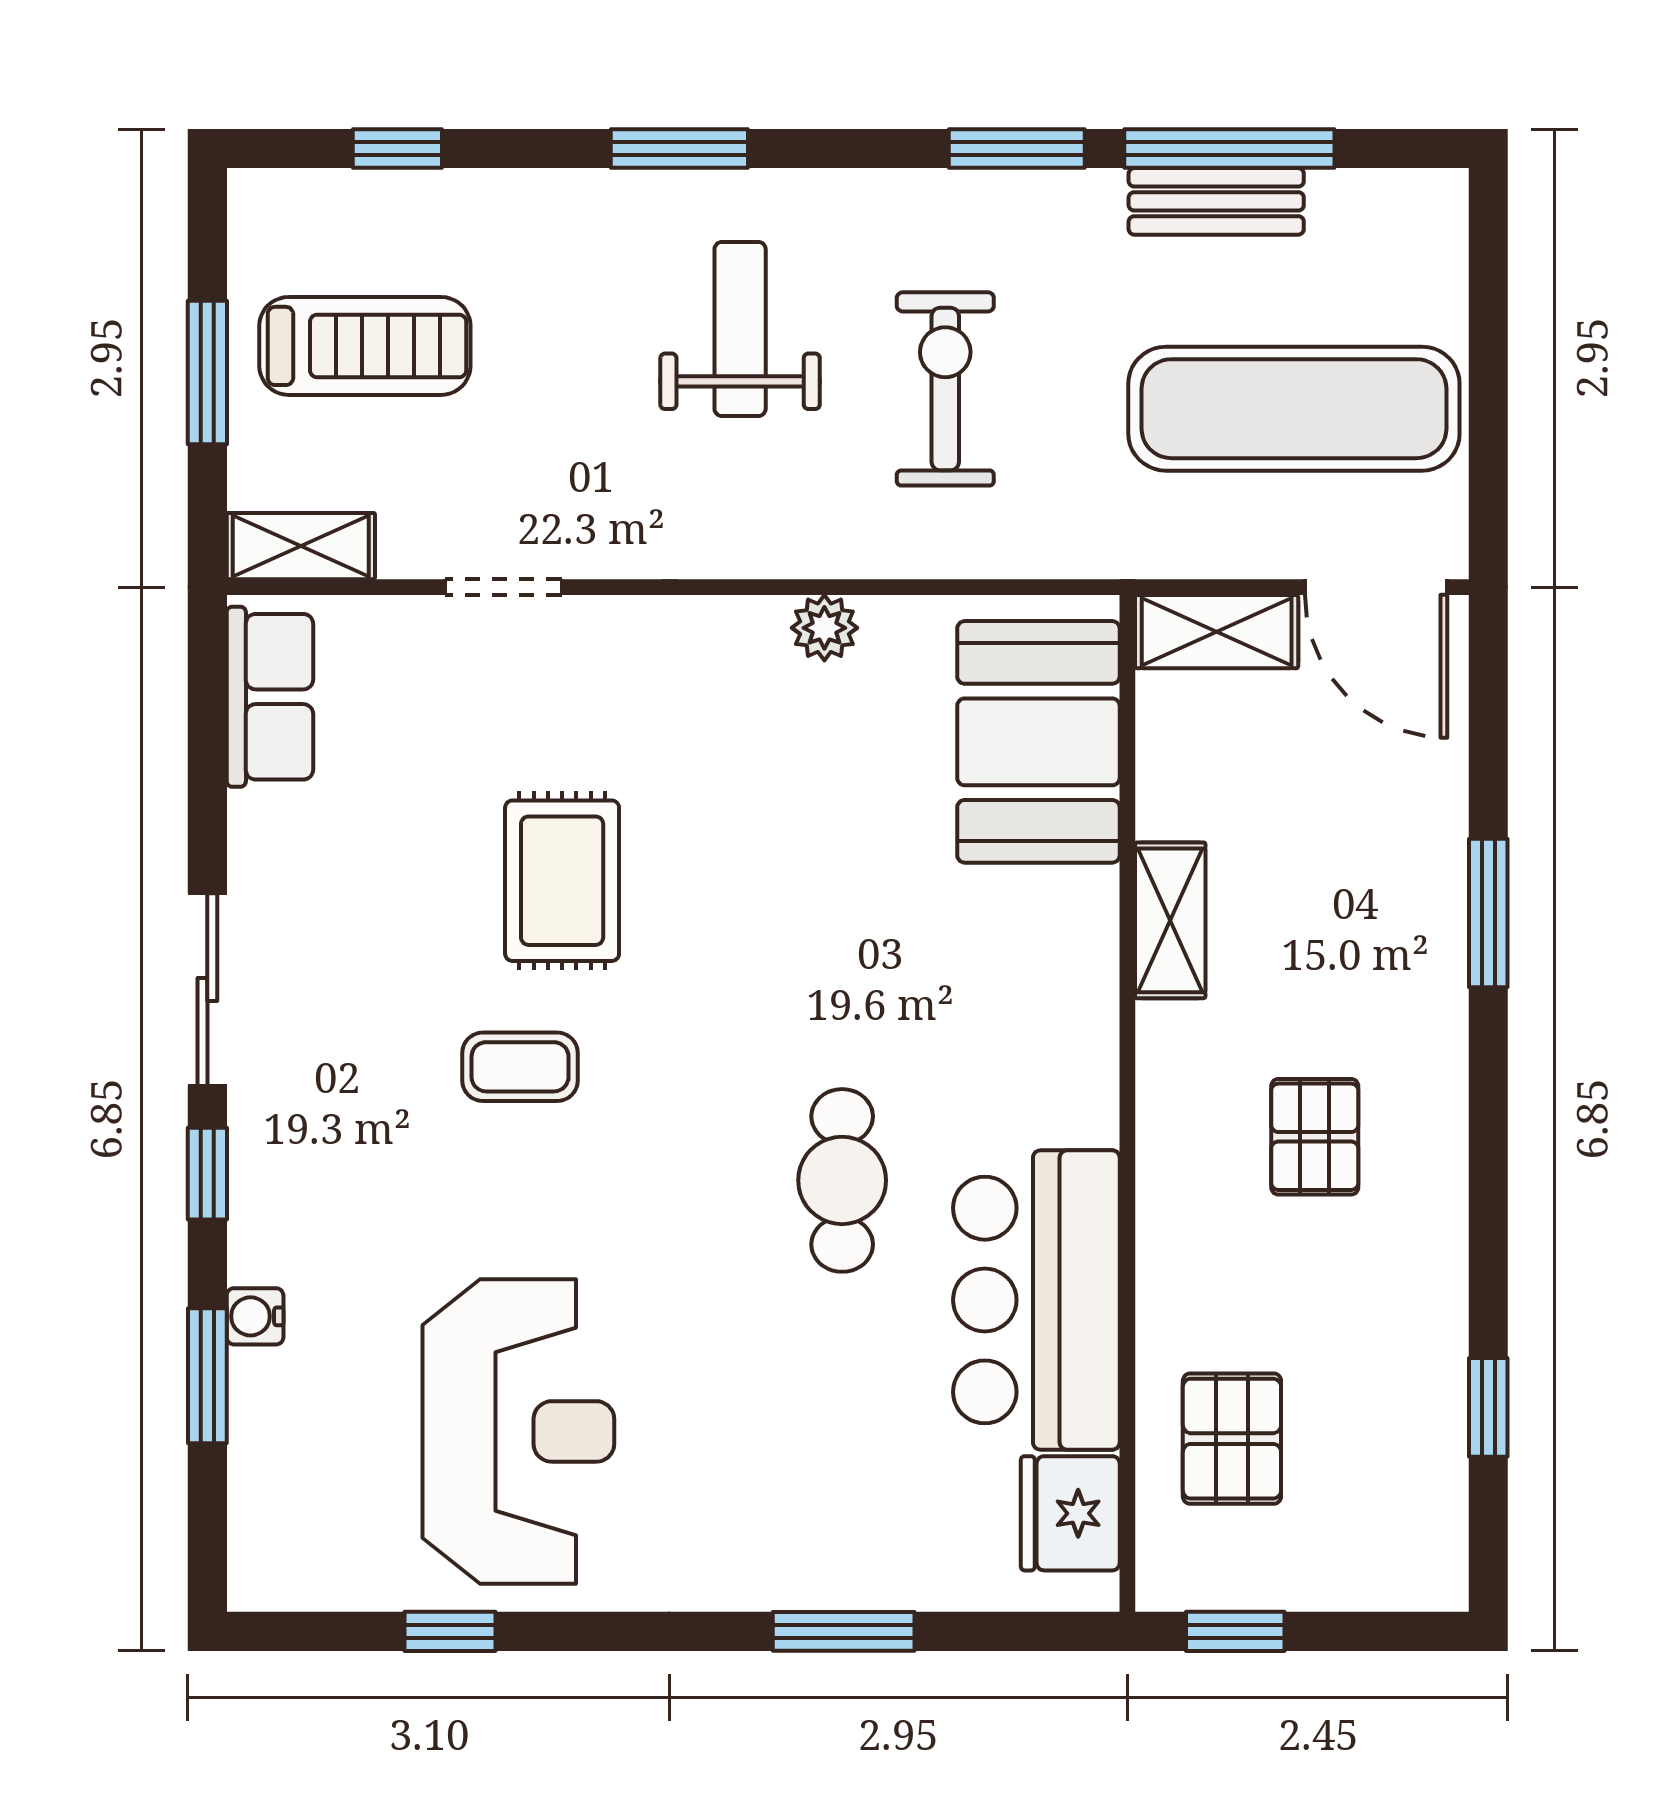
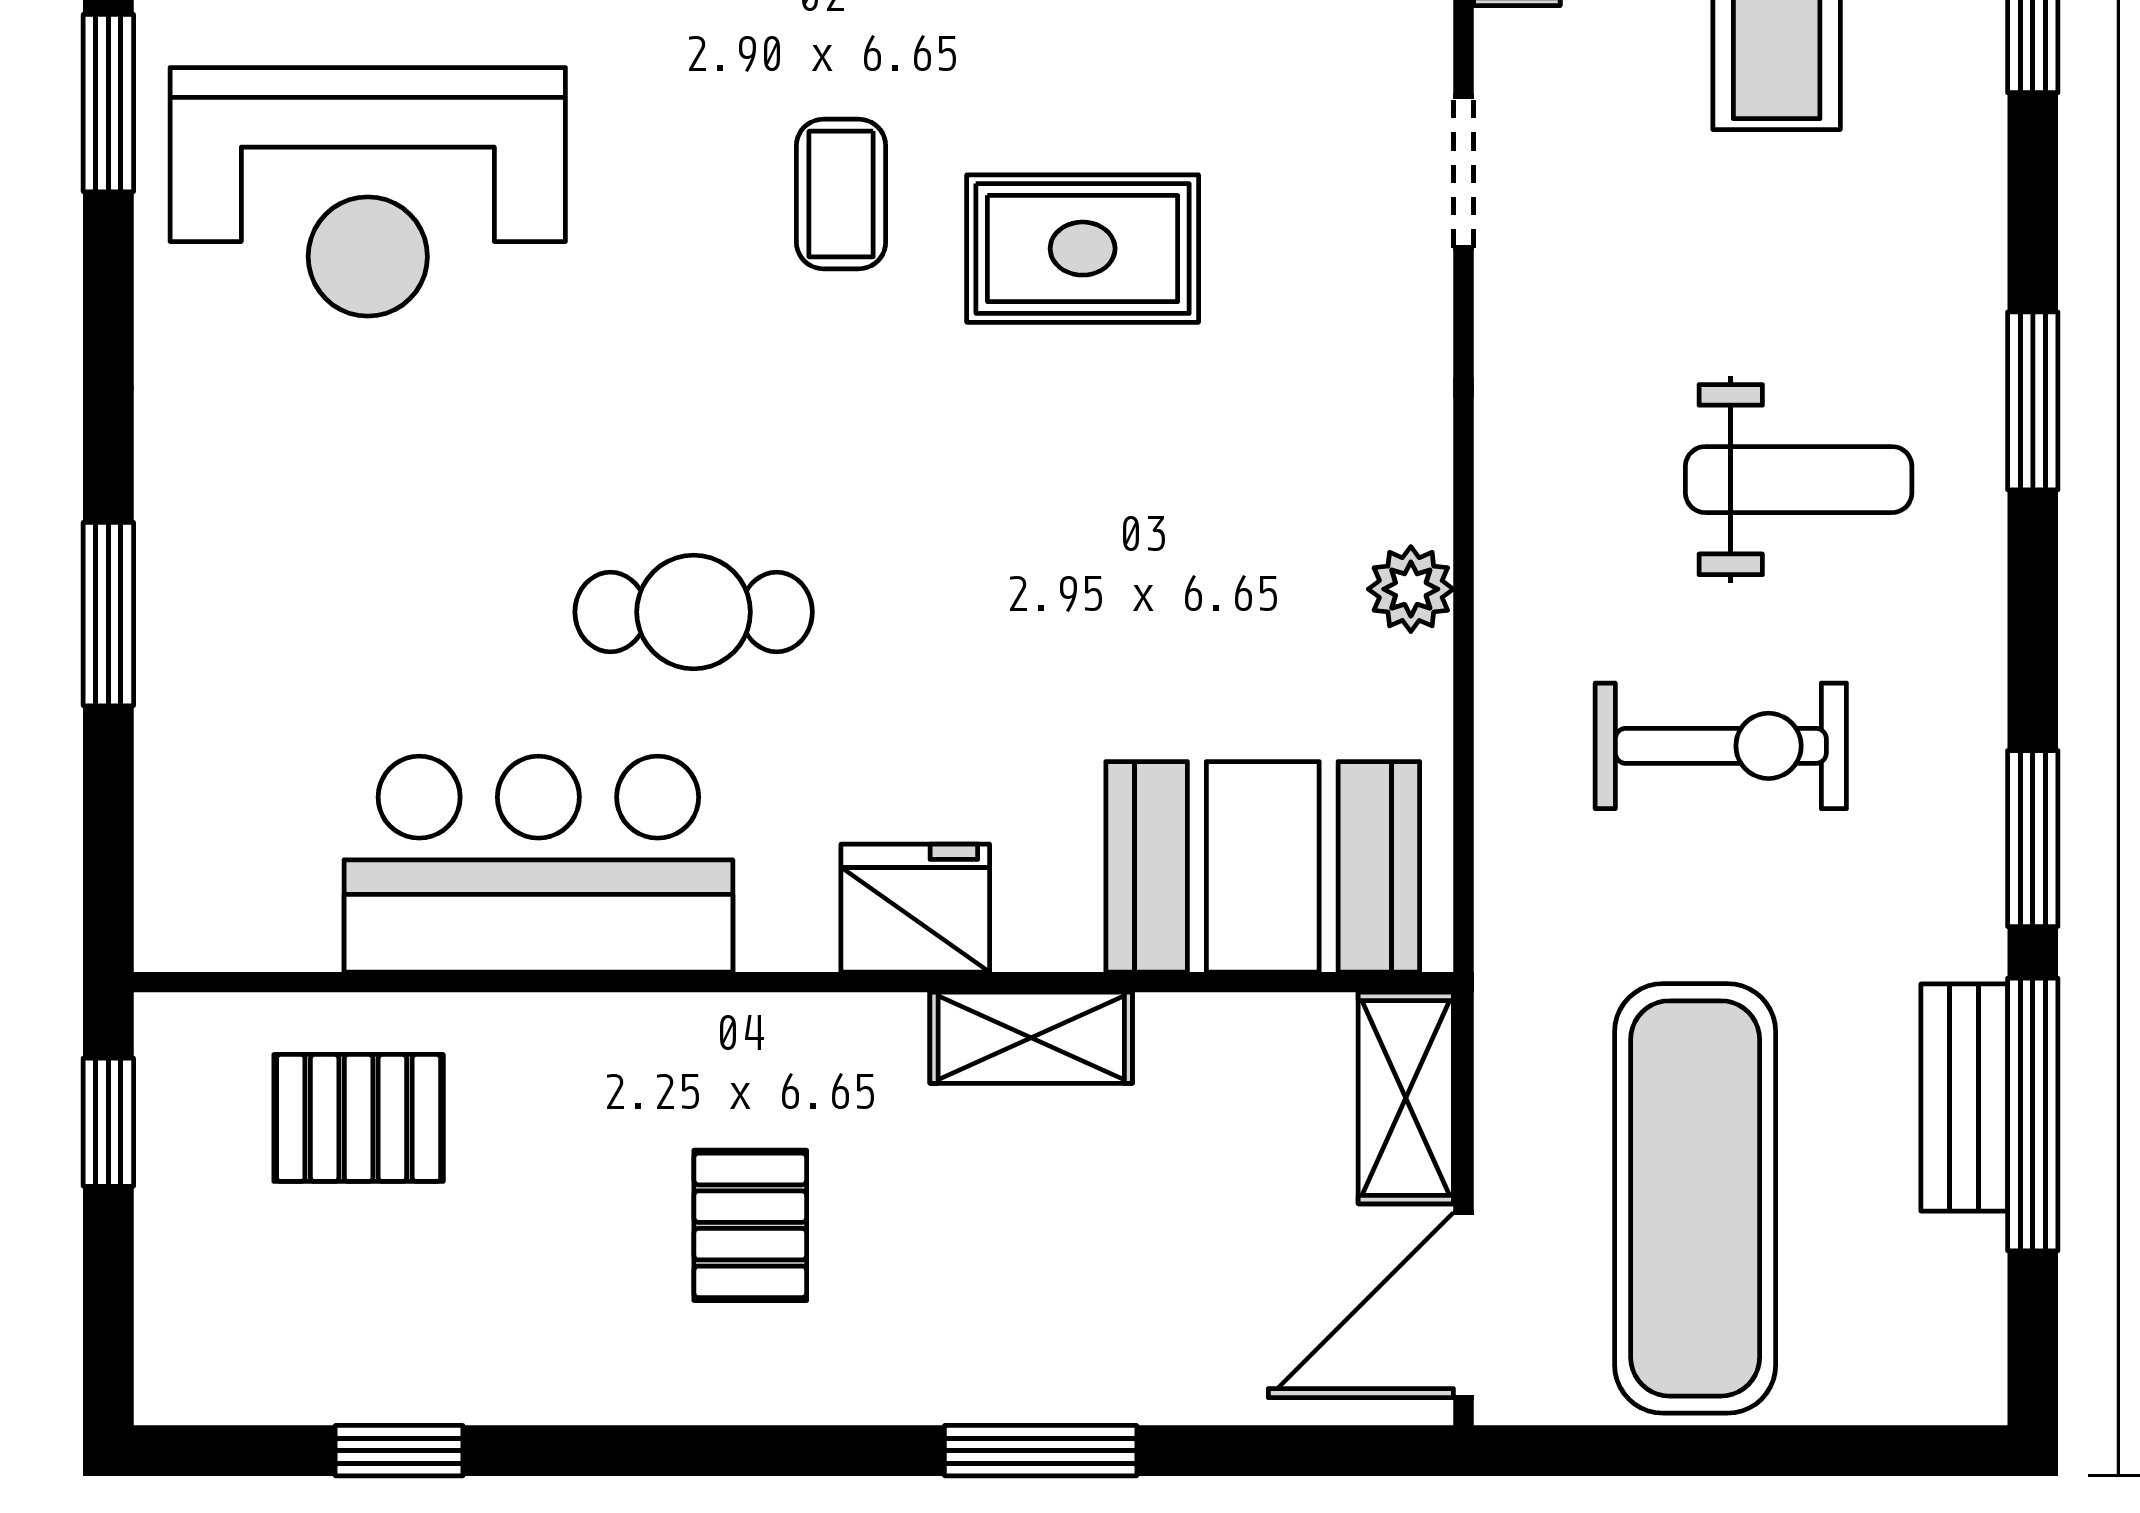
pallet: (1315, 1137) -> (750, 1225), turned 90
fridge: (1070, 1513) -> (915, 908), moved
window: (450, 1631) -> (108, 103), width x1.50

